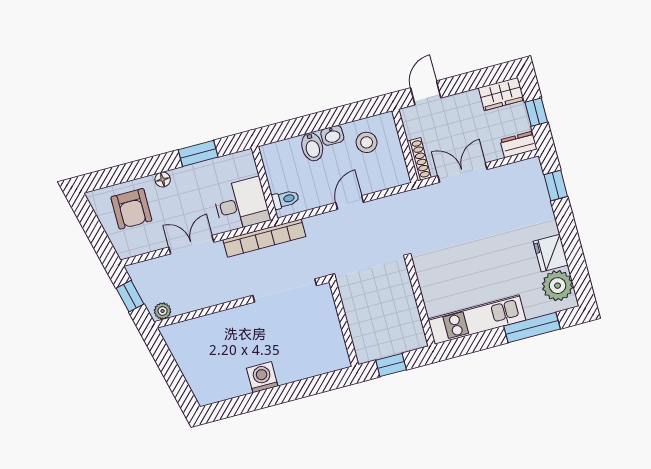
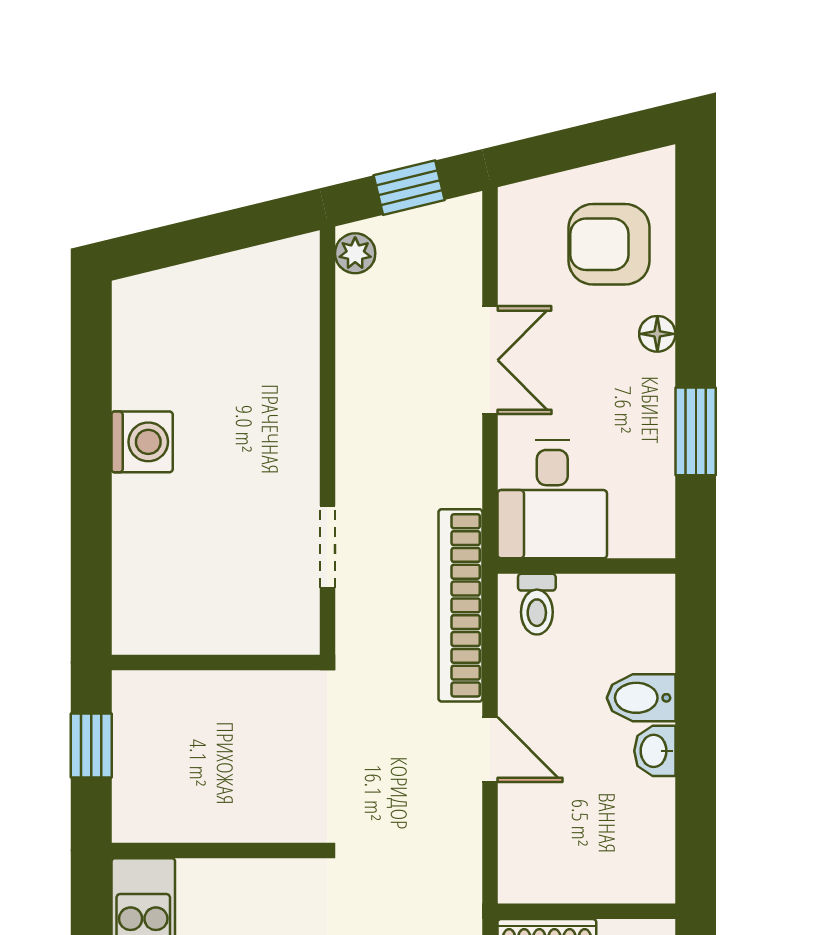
stool: (367, 142) -> (618, 825), removed
bookcase: (264, 238) -> (460, 605), moved
doorway: (285, 291) -> (327, 547), width x0.53

